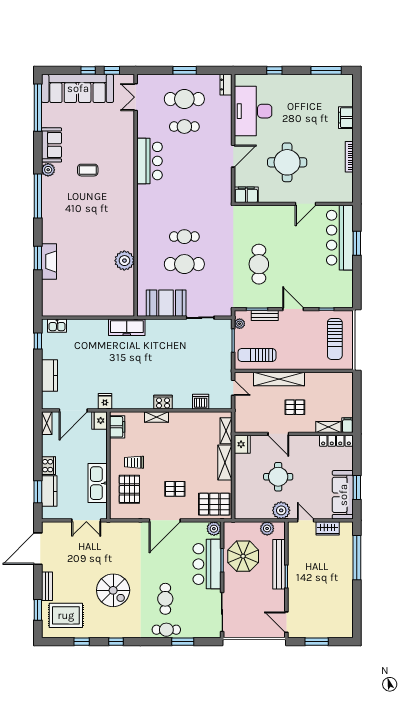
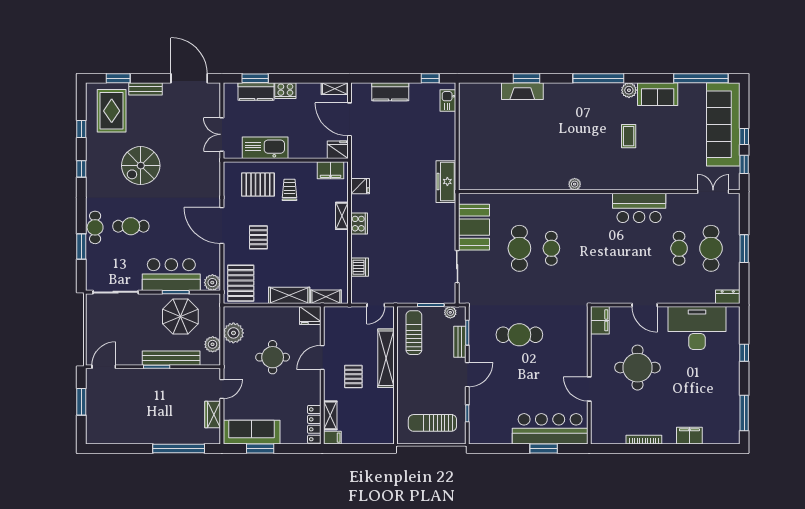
plant: (124, 261) -> (575, 184), moved, width x0.53, depth x0.53
fridge: (105, 401) -> (360, 186), moved
plant: (281, 510) -> (233, 333), moved

